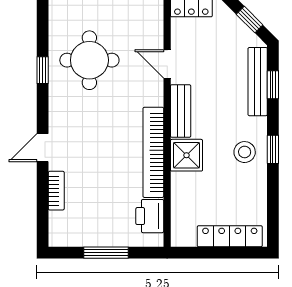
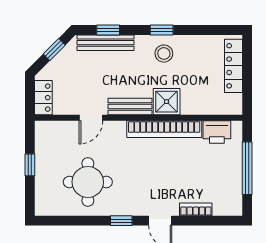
window: (43, 70) -> (121, 221), moved
window: (106, 253) -> (247, 168), width x1.44

